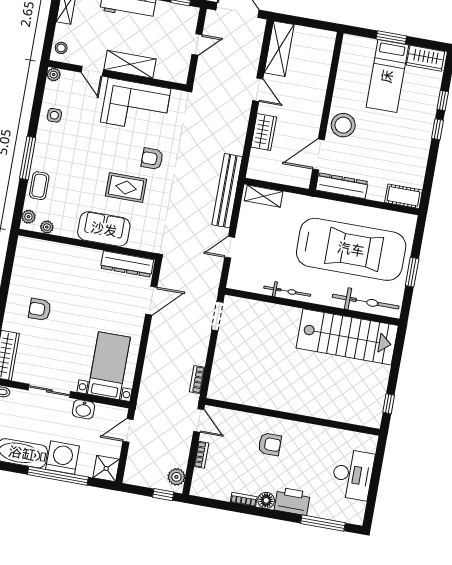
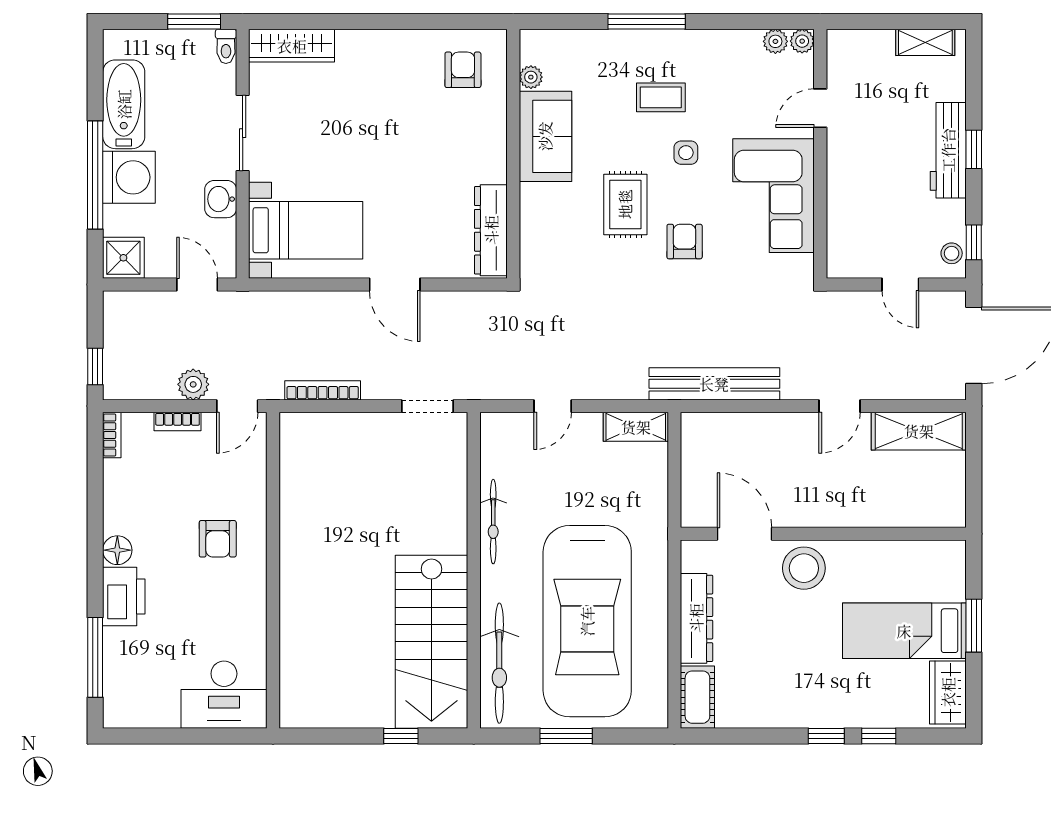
stool: (61, 48) -> (952, 253), moved
shelving: (130, 64) -> (844, 173), removed
side table: (54, 115) -> (686, 153), moved
wardrobe: (264, 132) -> (767, 430), removed
coffee table: (39, 186) -> (661, 97), moved
dresser: (342, 186) -> (696, 618), moved
bench: (227, 191) -> (714, 384), moved
shelving: (264, 196) -> (636, 427), moved, turned 90
plant: (28, 217) -> (775, 41), moved
sofa: (104, 229) -> (545, 136), moved
door: (230, 247) -> (553, 406), swing flipped
door: (151, 301) -> (395, 284), moved
armchair: (40, 309) -> (463, 70), moved
bookcase: (197, 380) -> (323, 390), width x1.56
window: (389, 404) -> (401, 736), moved
desk: (353, 475) -> (224, 695), moved
plant: (176, 477) -> (193, 384), moved
bookcase: (244, 499) -> (112, 435), moved

